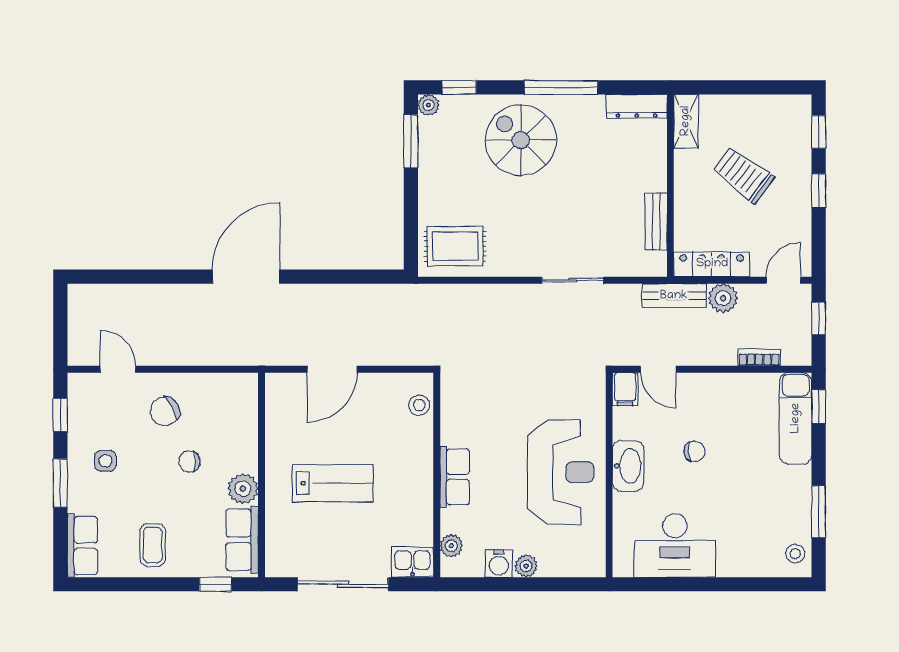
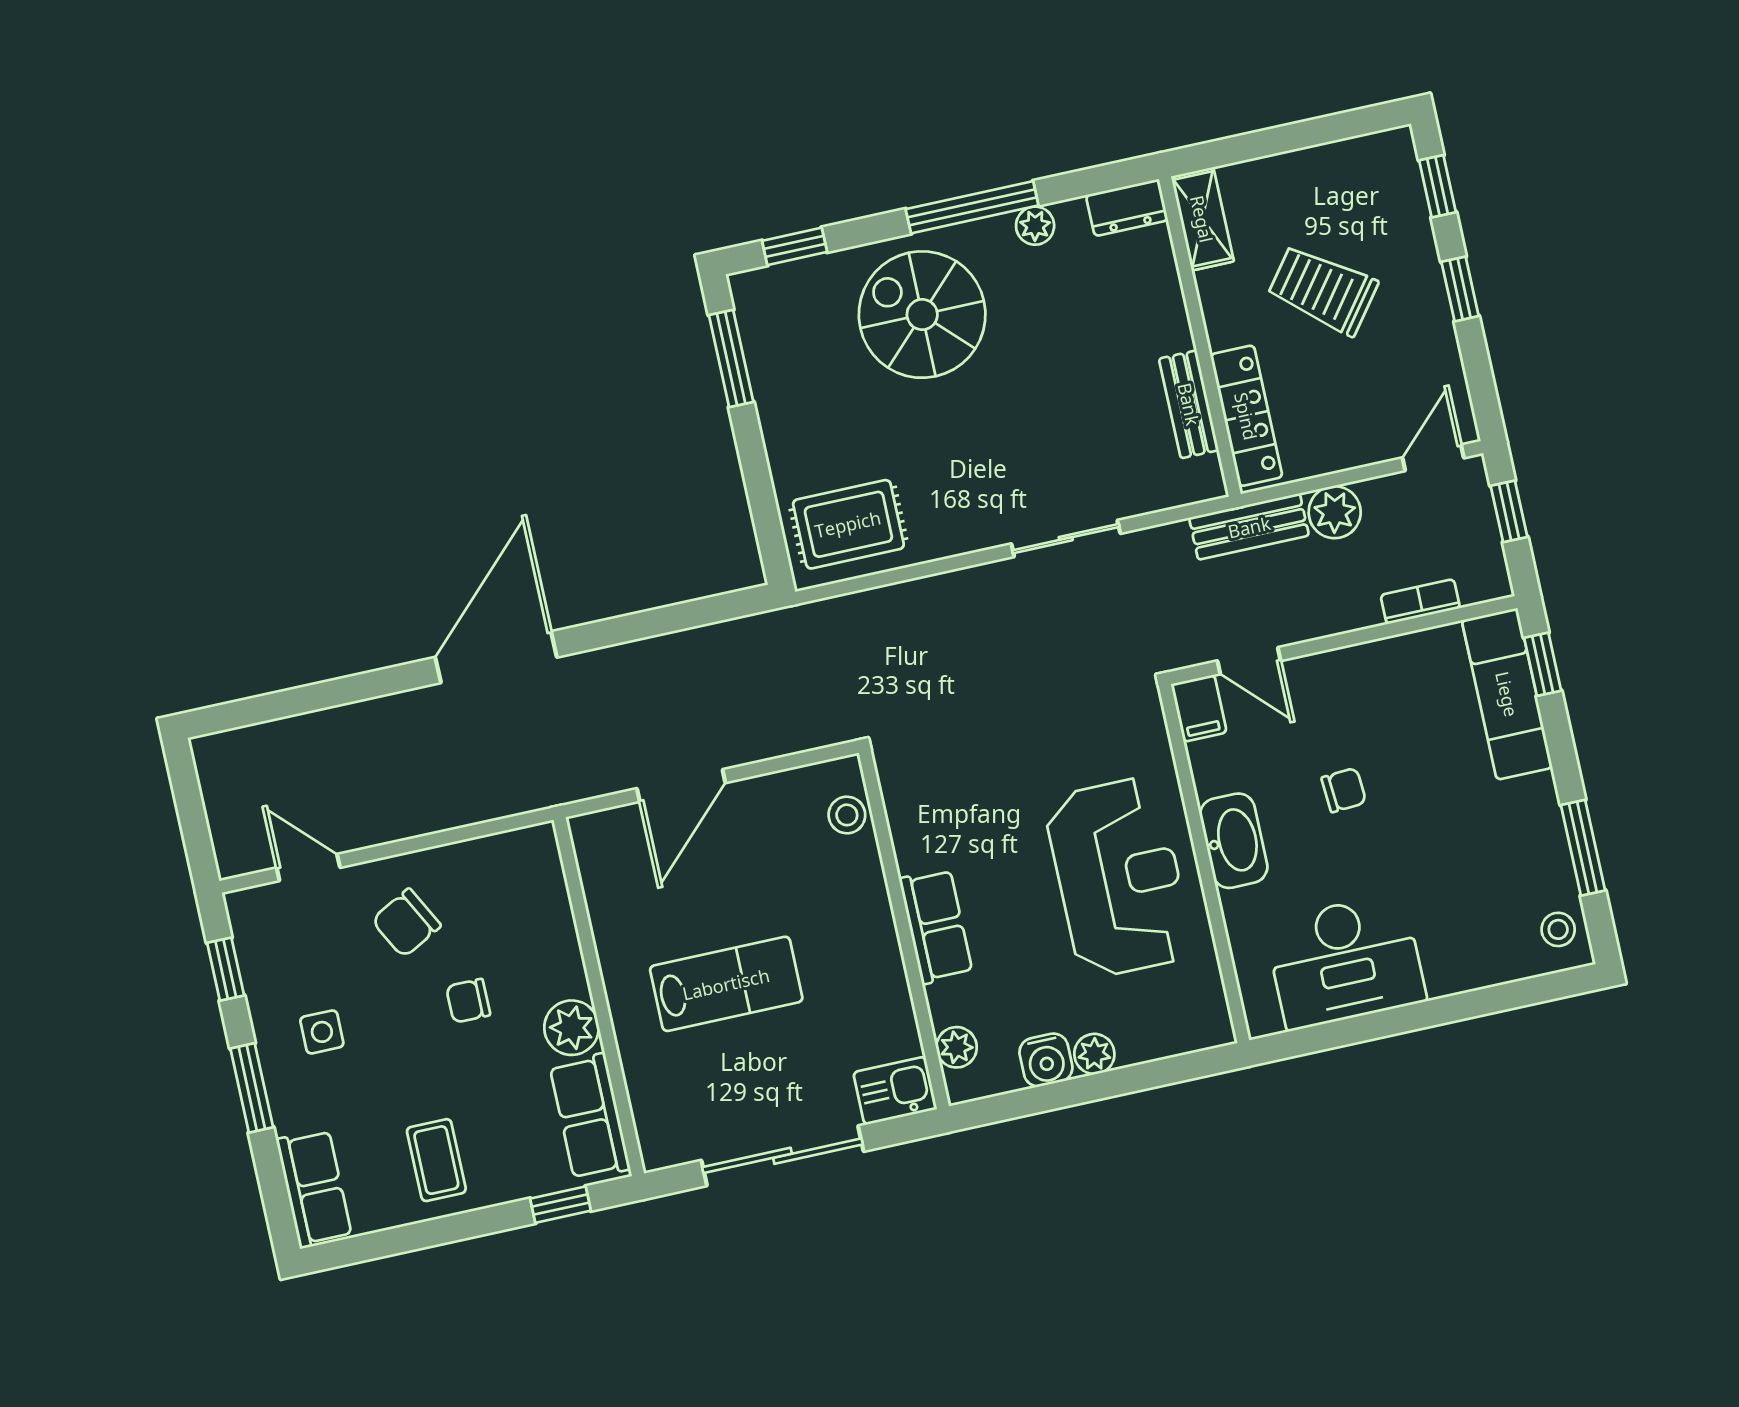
plant: (428, 105) -> (1035, 226), moved
dresser: (637, 106) -> (1127, 208), width x0.70
locker: (712, 264) -> (1246, 416), moved, turned 90

